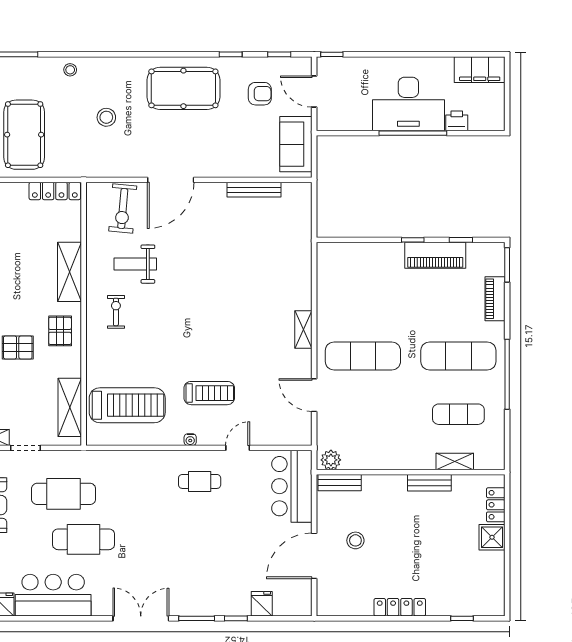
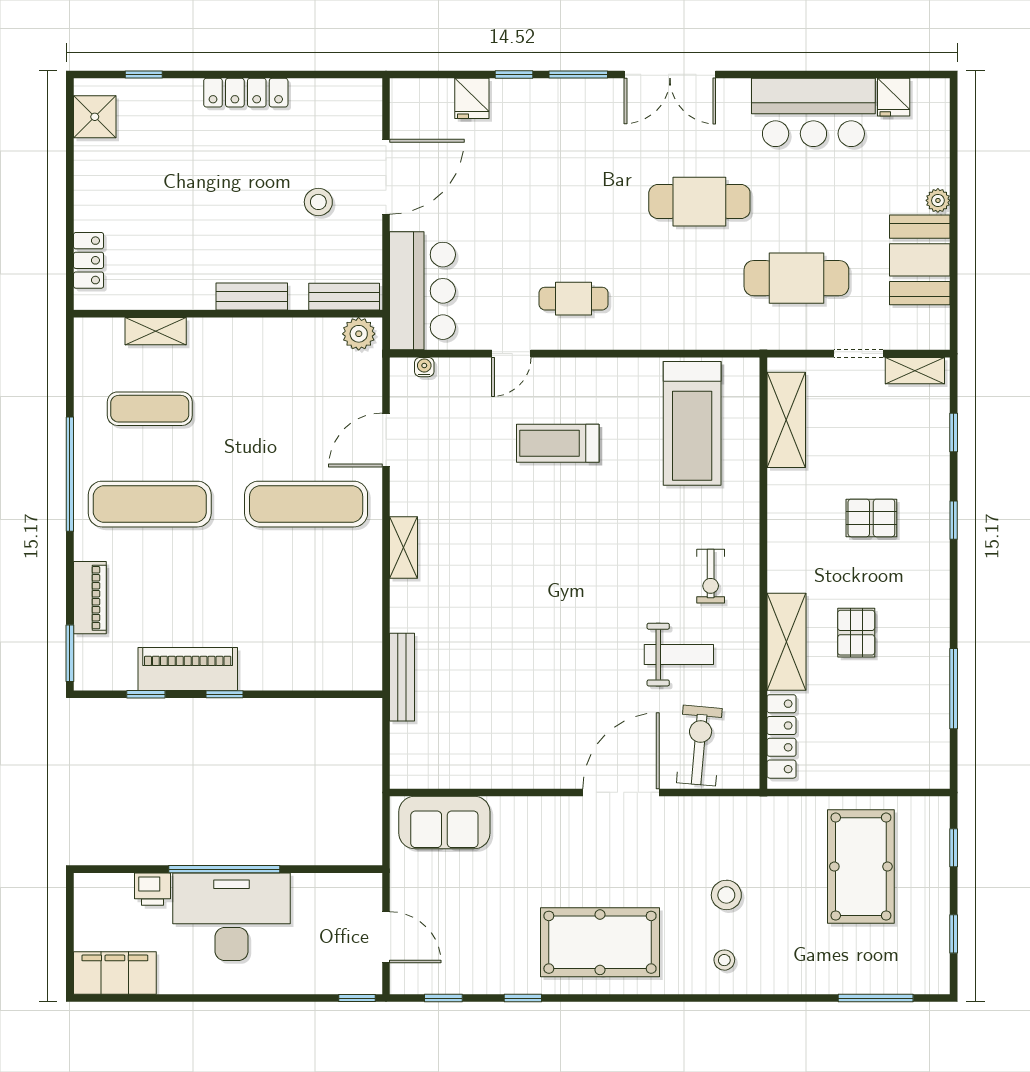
stool: (70, 70) -> (724, 960), moved
armchair: (260, 94) -> (475, 934), removed
sofa: (296, 144) -> (444, 822), moved, turned 90
bench: (254, 190) -> (402, 677), moved, turned 90
locker: (55, 191) -> (781, 736), moved, turned 90
pallet: (60, 331) -> (856, 633), moved
door: (314, 395) -> (386, 440), swing flipped
treadmill: (127, 405) -> (692, 423), turned -90
water cooler: (190, 440) -> (424, 367), moved
bench: (429, 483) -> (252, 296), moved
shower: (492, 537) -> (95, 117), moved
cafe table: (84, 539) -> (699, 202), moved

